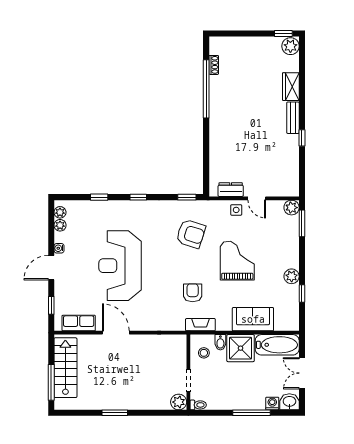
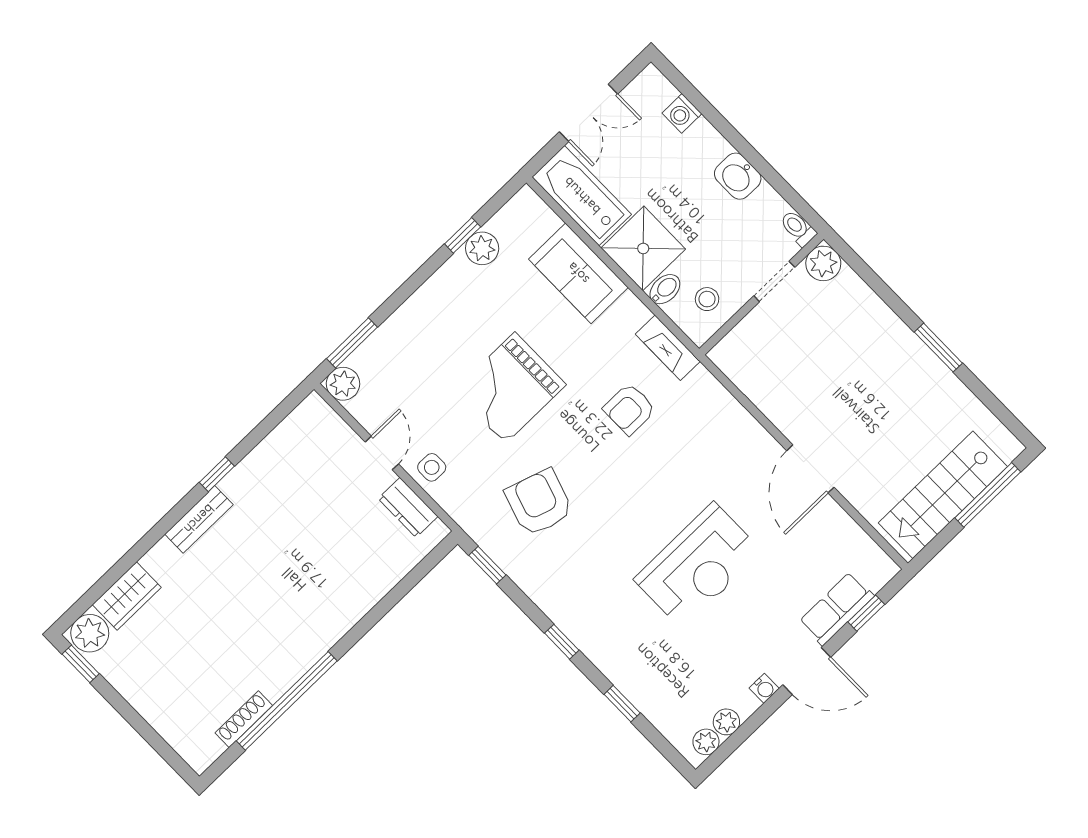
shoe rack: (214, 65) -> (244, 719), width x1.43
wardrobe: (291, 87) -> (127, 596), moved
reception desk: (120, 266) -> (698, 565), width x0.74, depth x0.77
plant: (292, 276) -> (482, 248), moved
row of seats: (79, 323) -> (836, 609), moved, turned 90
washbasin: (289, 402) -> (738, 176), moved
window: (252, 413) -> (728, 132), removed

